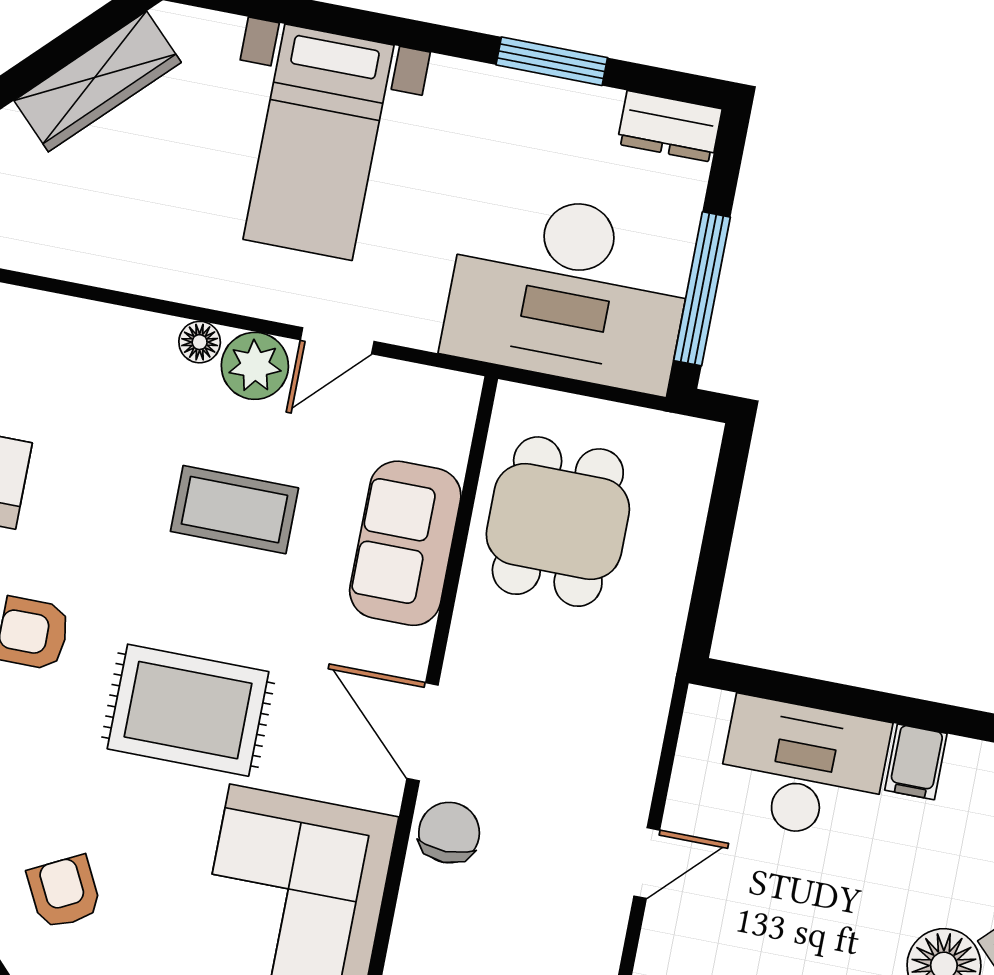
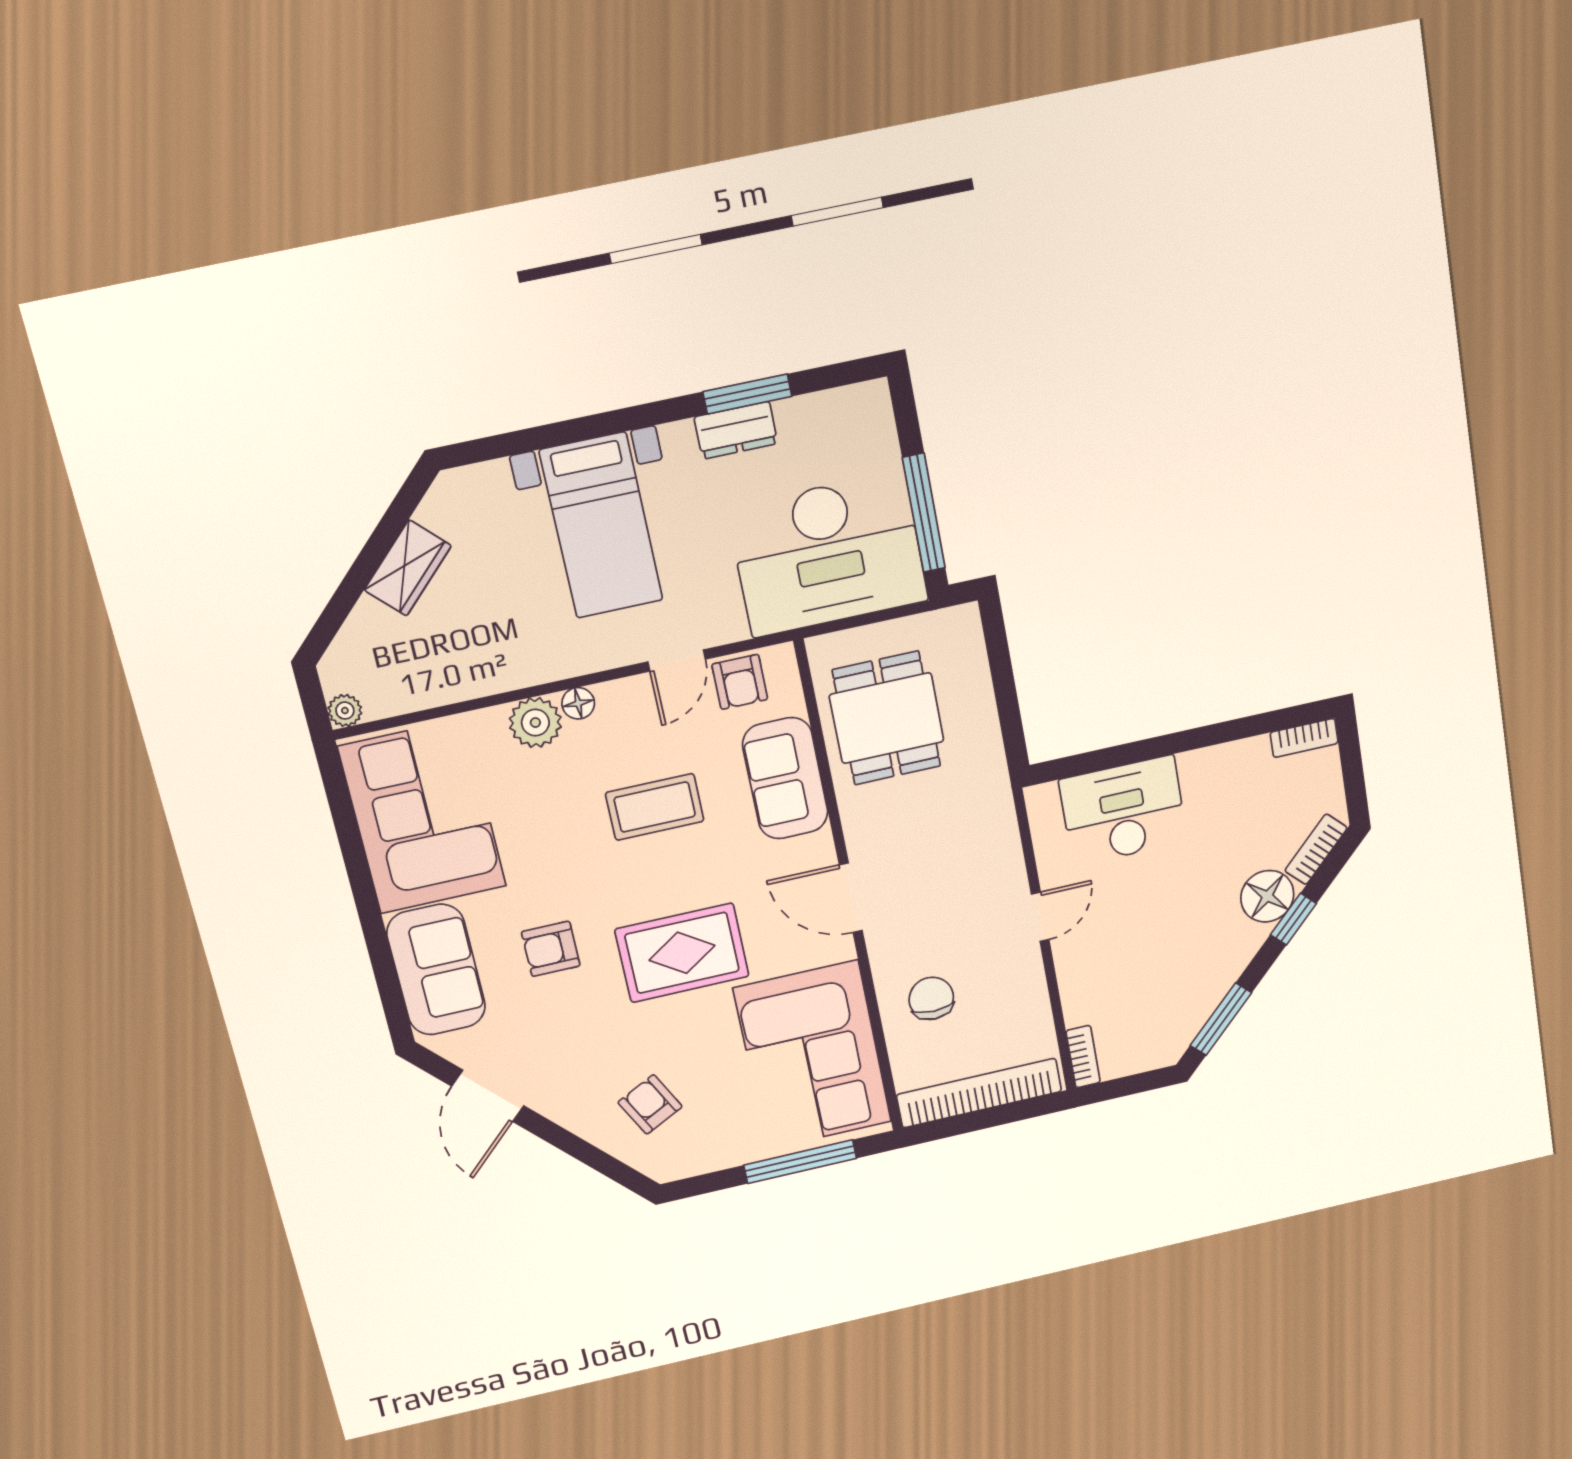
wardrobe: (98, 81) -> (408, 568), width x0.67
dresser: (670, 126) -> (736, 430), moved
plant: (255, 366) -> (535, 723), moved
armchair: (401, 399) -> (740, 682), added
filing cabinet: (916, 762) -> (1199, 773), removed
chair: (449, 833) -> (931, 998), moved

